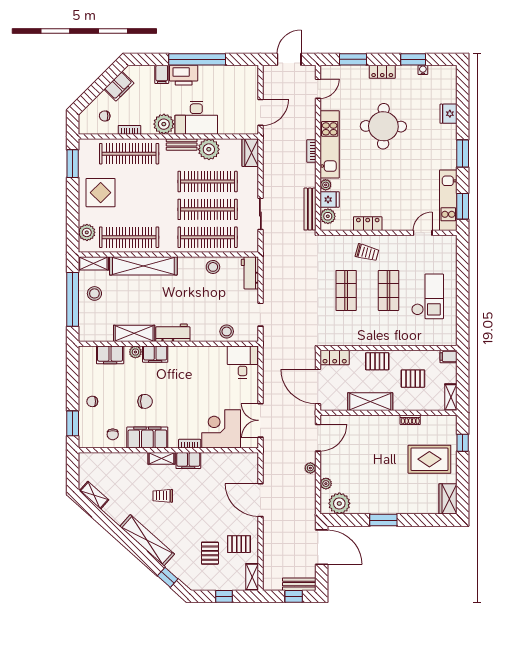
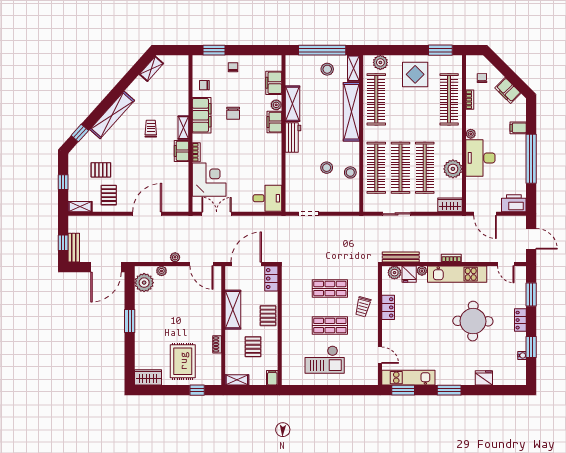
printer: (184, 75) -> (514, 203), moved, turned 90
plant: (164, 124) -> (471, 134), width x0.53, depth x0.53
bench: (182, 144) -> (457, 145), removed
workbench: (250, 273) -> (345, 205), removed
stool: (227, 331) -> (327, 168), moved

